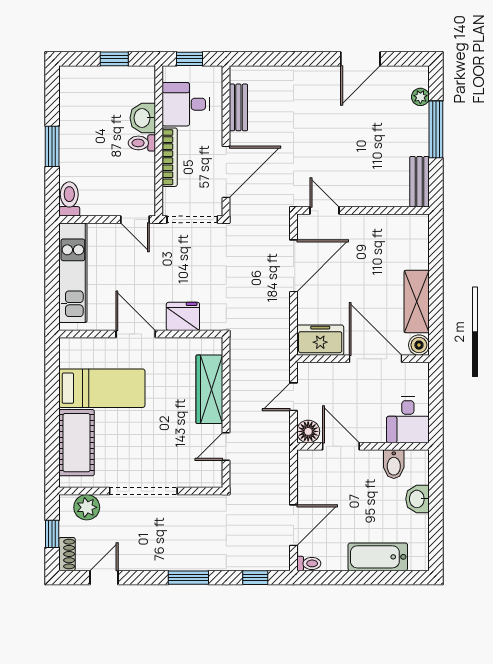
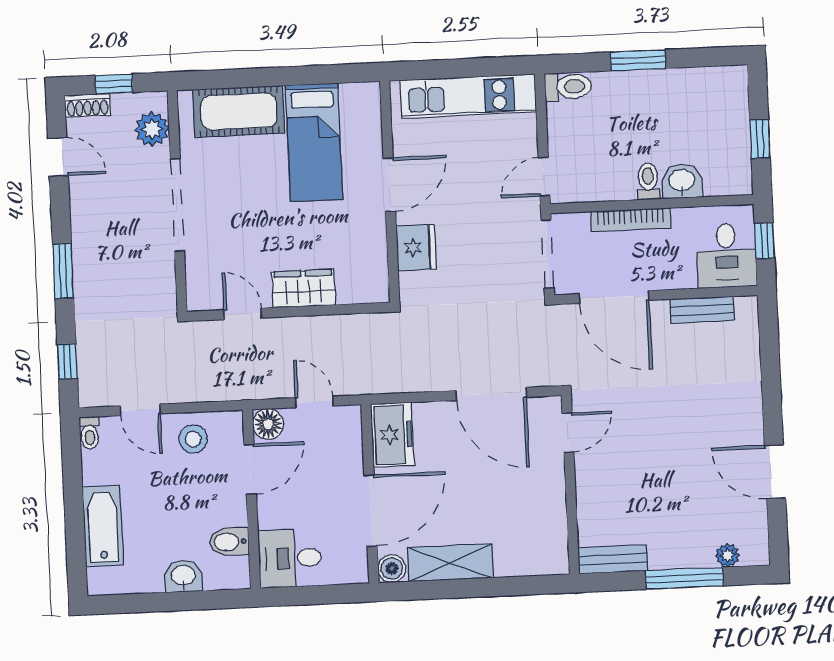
desk: (186, 104) -> (727, 255), moved, turned 180
wardrobe: (209, 389) -> (304, 288), width x0.67
stool: (317, 487) -> (193, 439), added
door: (293, 525) -> (140, 410), width x0.73

